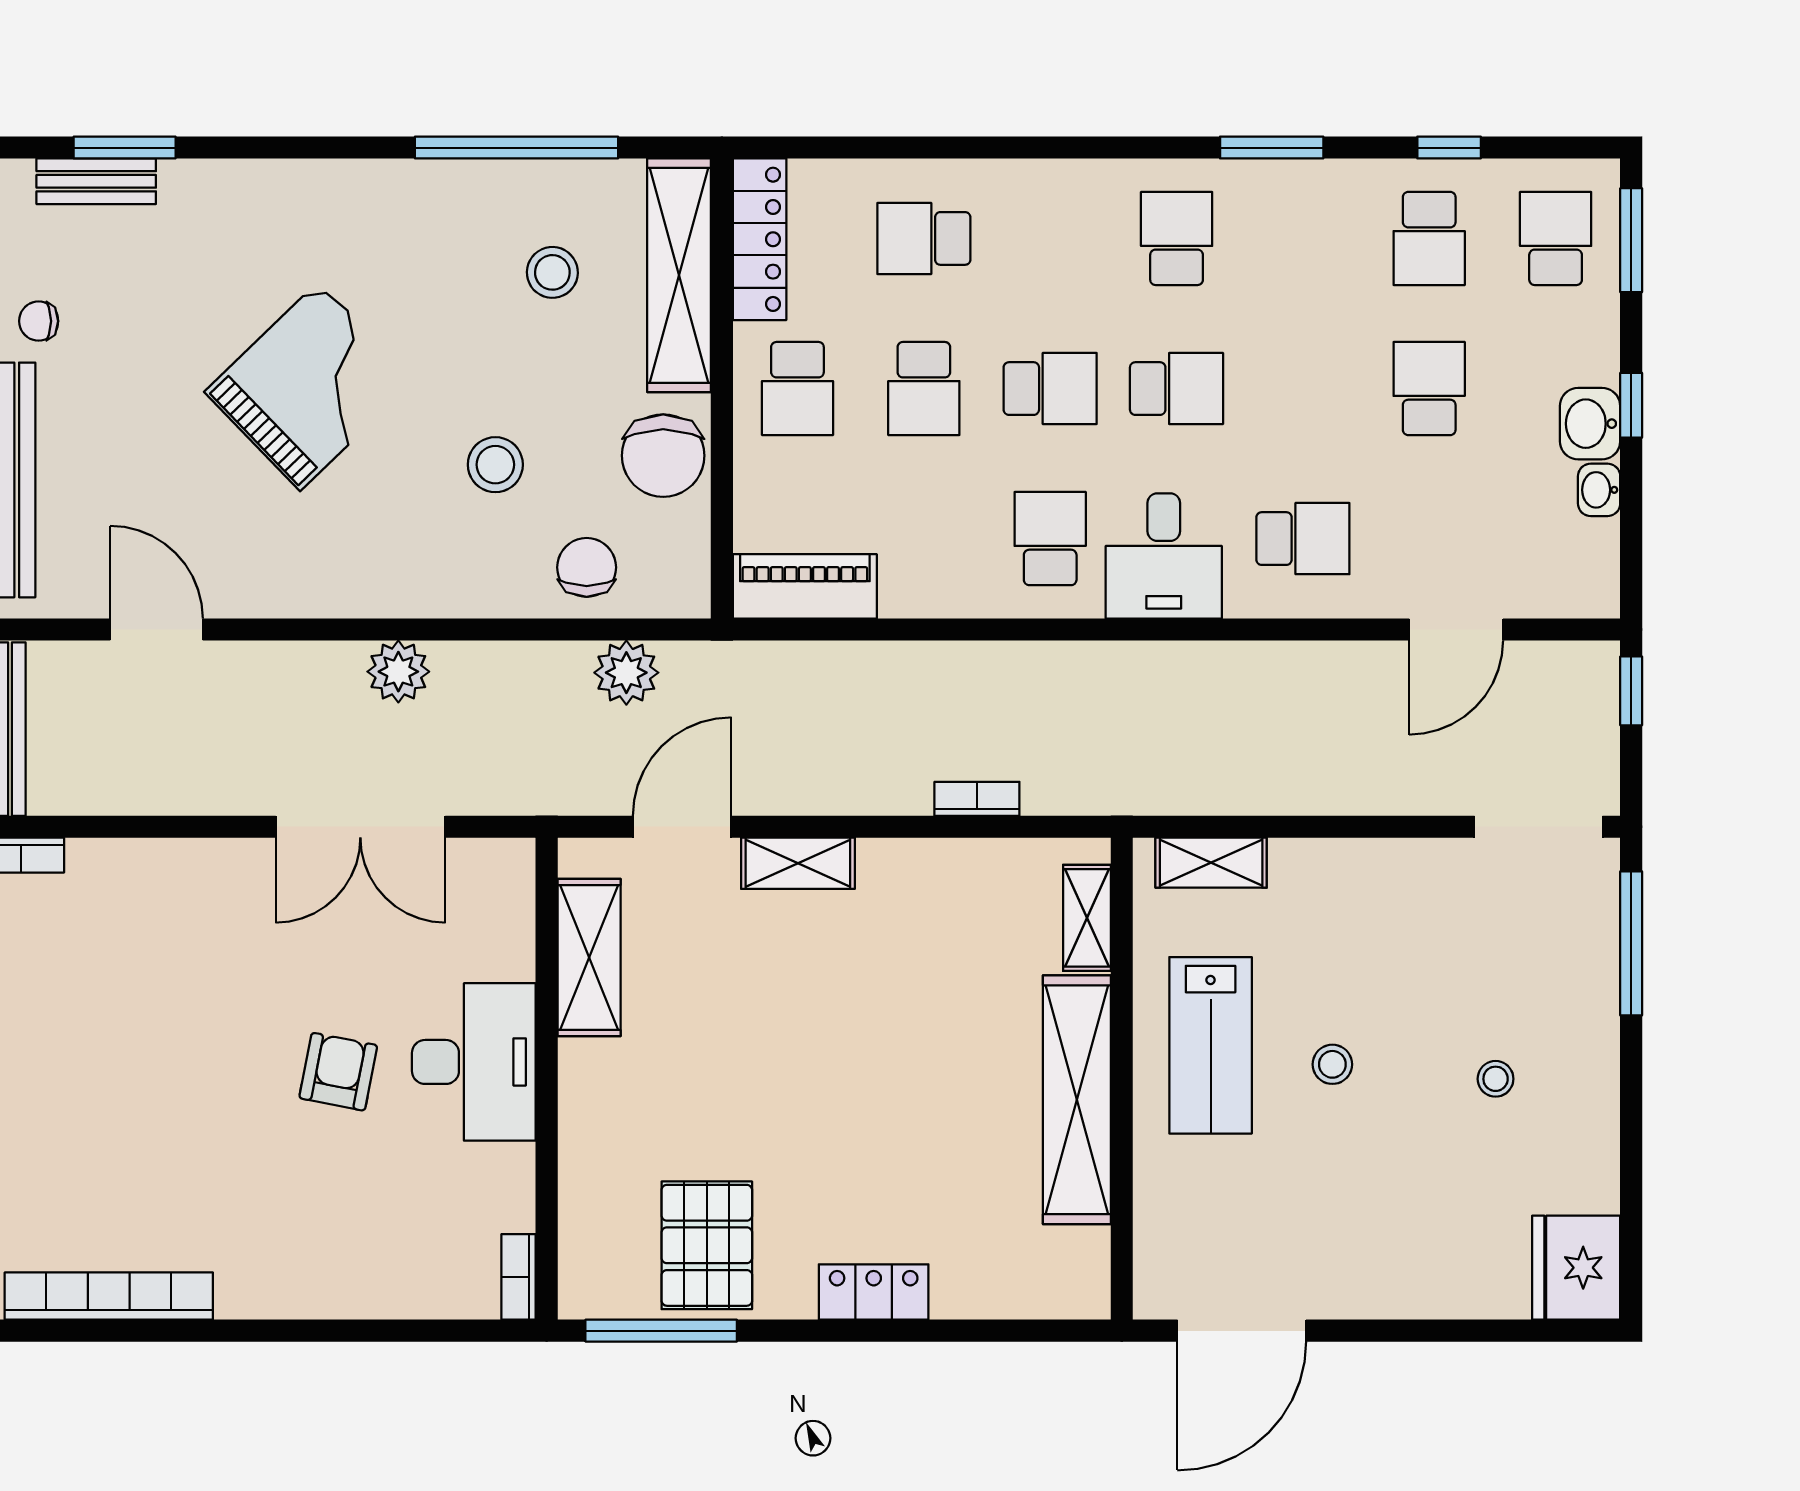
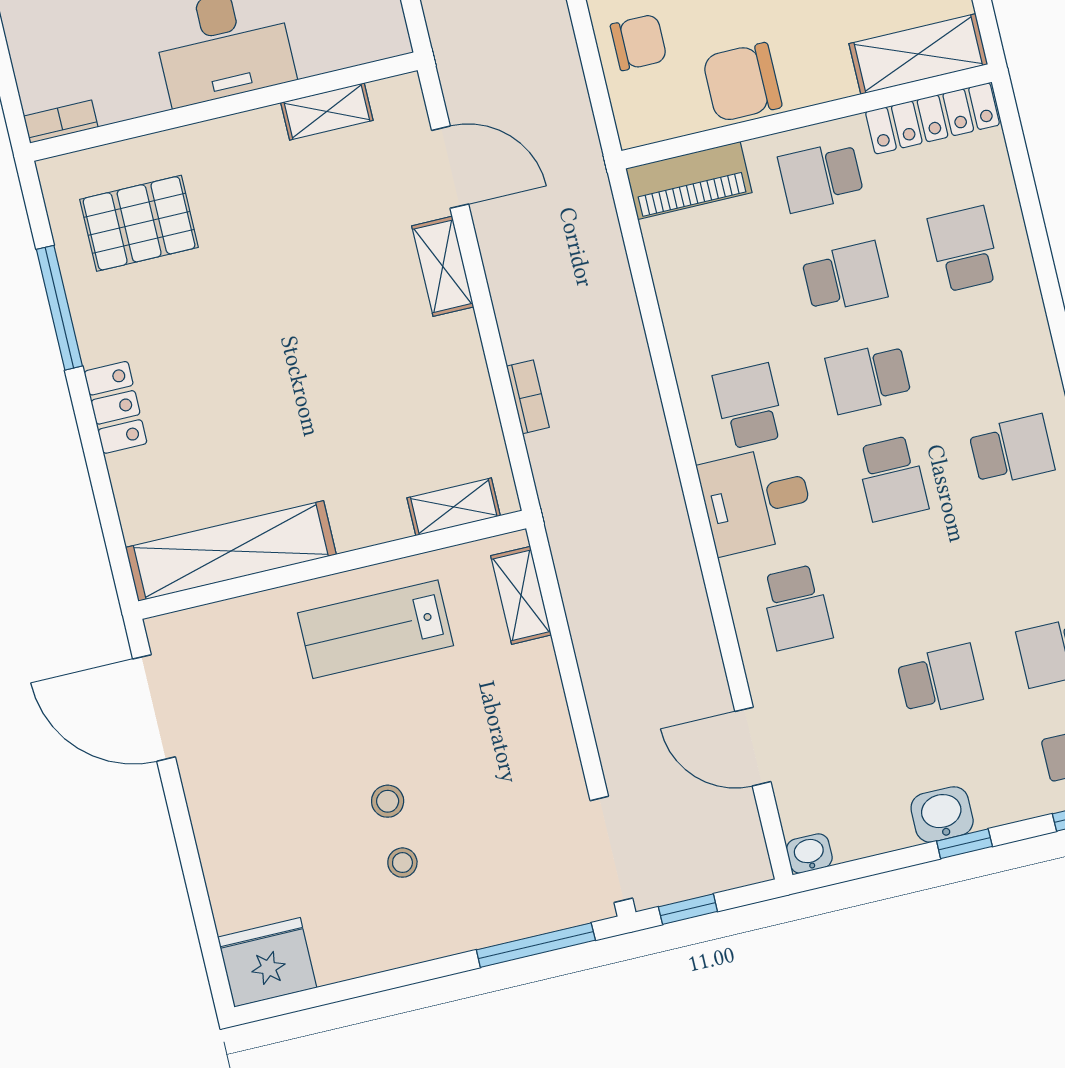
shelving: (679, 275) -> (918, 54), width x0.68
school desk: (924, 389) -> (845, 277), turned 180
school desk: (1050, 389) -> (868, 378), turned 90
washbasin: (1599, 490) -> (809, 853), moved
school desk: (1050, 539) -> (749, 406), turned -90
piano: (805, 586) -> (689, 181), moved, turned 90
plant: (626, 673) -> (562, 94), removed
window: (1631, 691) -> (688, 909), moved
shelving: (589, 957) -> (327, 111), width x0.67, depth x0.75
stool: (1332, 1064) -> (388, 801), moved
shelving: (1077, 1100) -> (231, 551), moved
pallet: (707, 1245) -> (139, 223), moved
window: (661, 1331) -> (59, 308), moved

